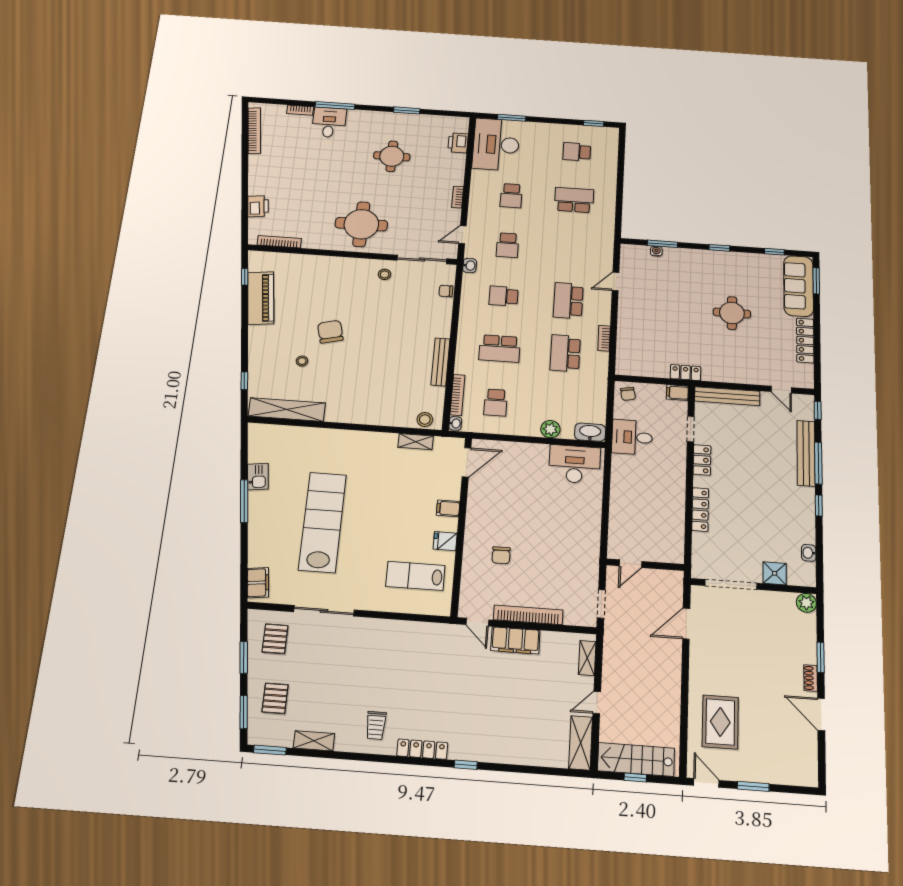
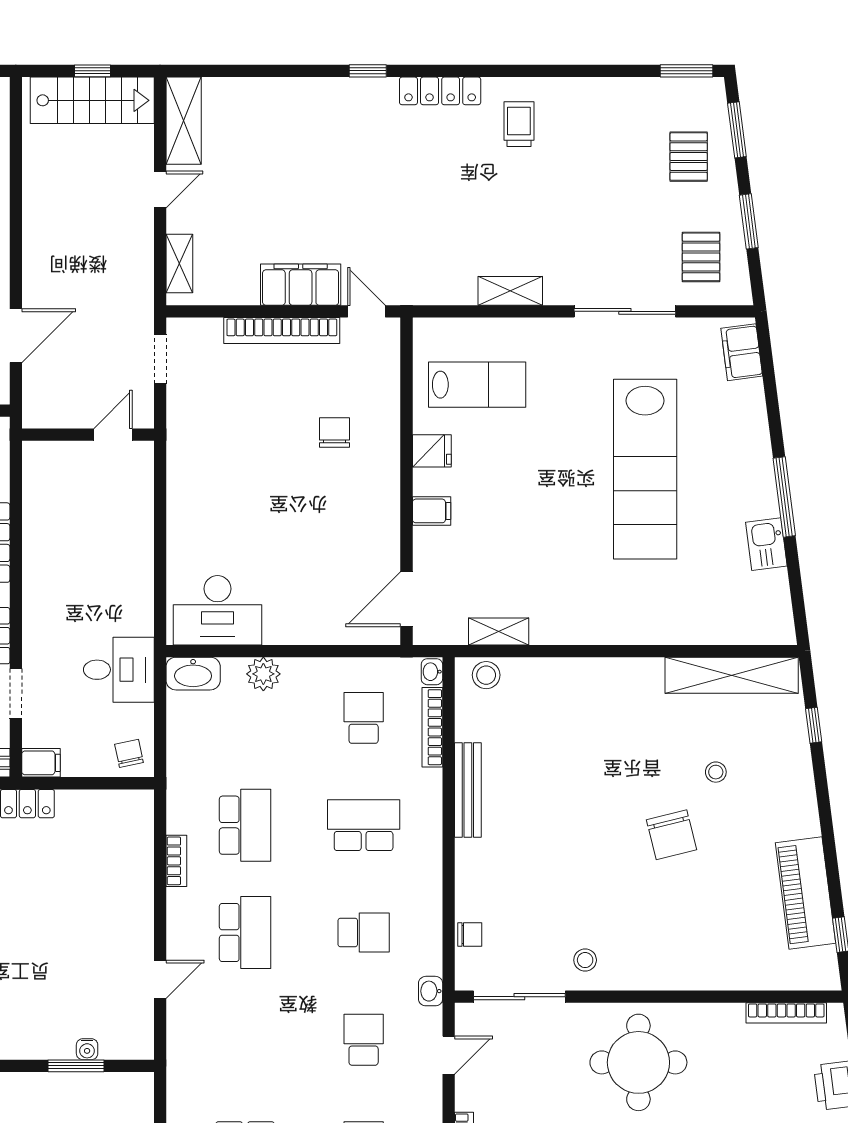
shelving: (314, 741) -> (510, 291), moved

